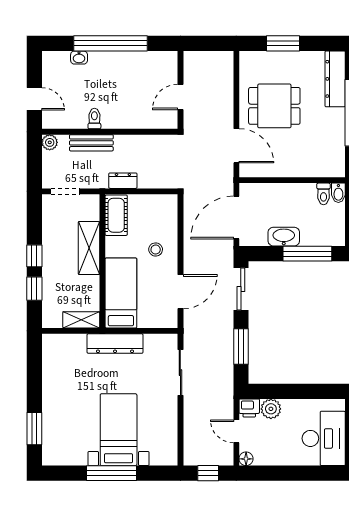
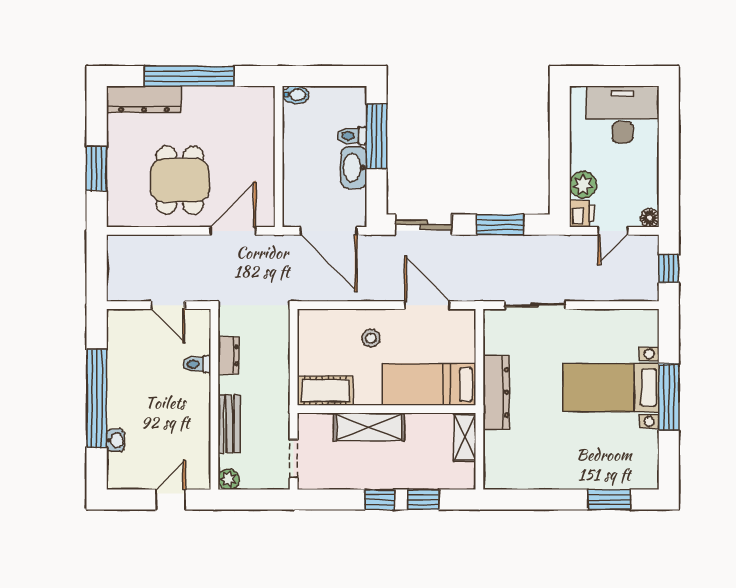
toilet: (94, 119) -> (197, 364), moved
dresser: (123, 181) -> (228, 355), moved, turned 180
toilet: (324, 194) -> (352, 136), moved, turned 180

